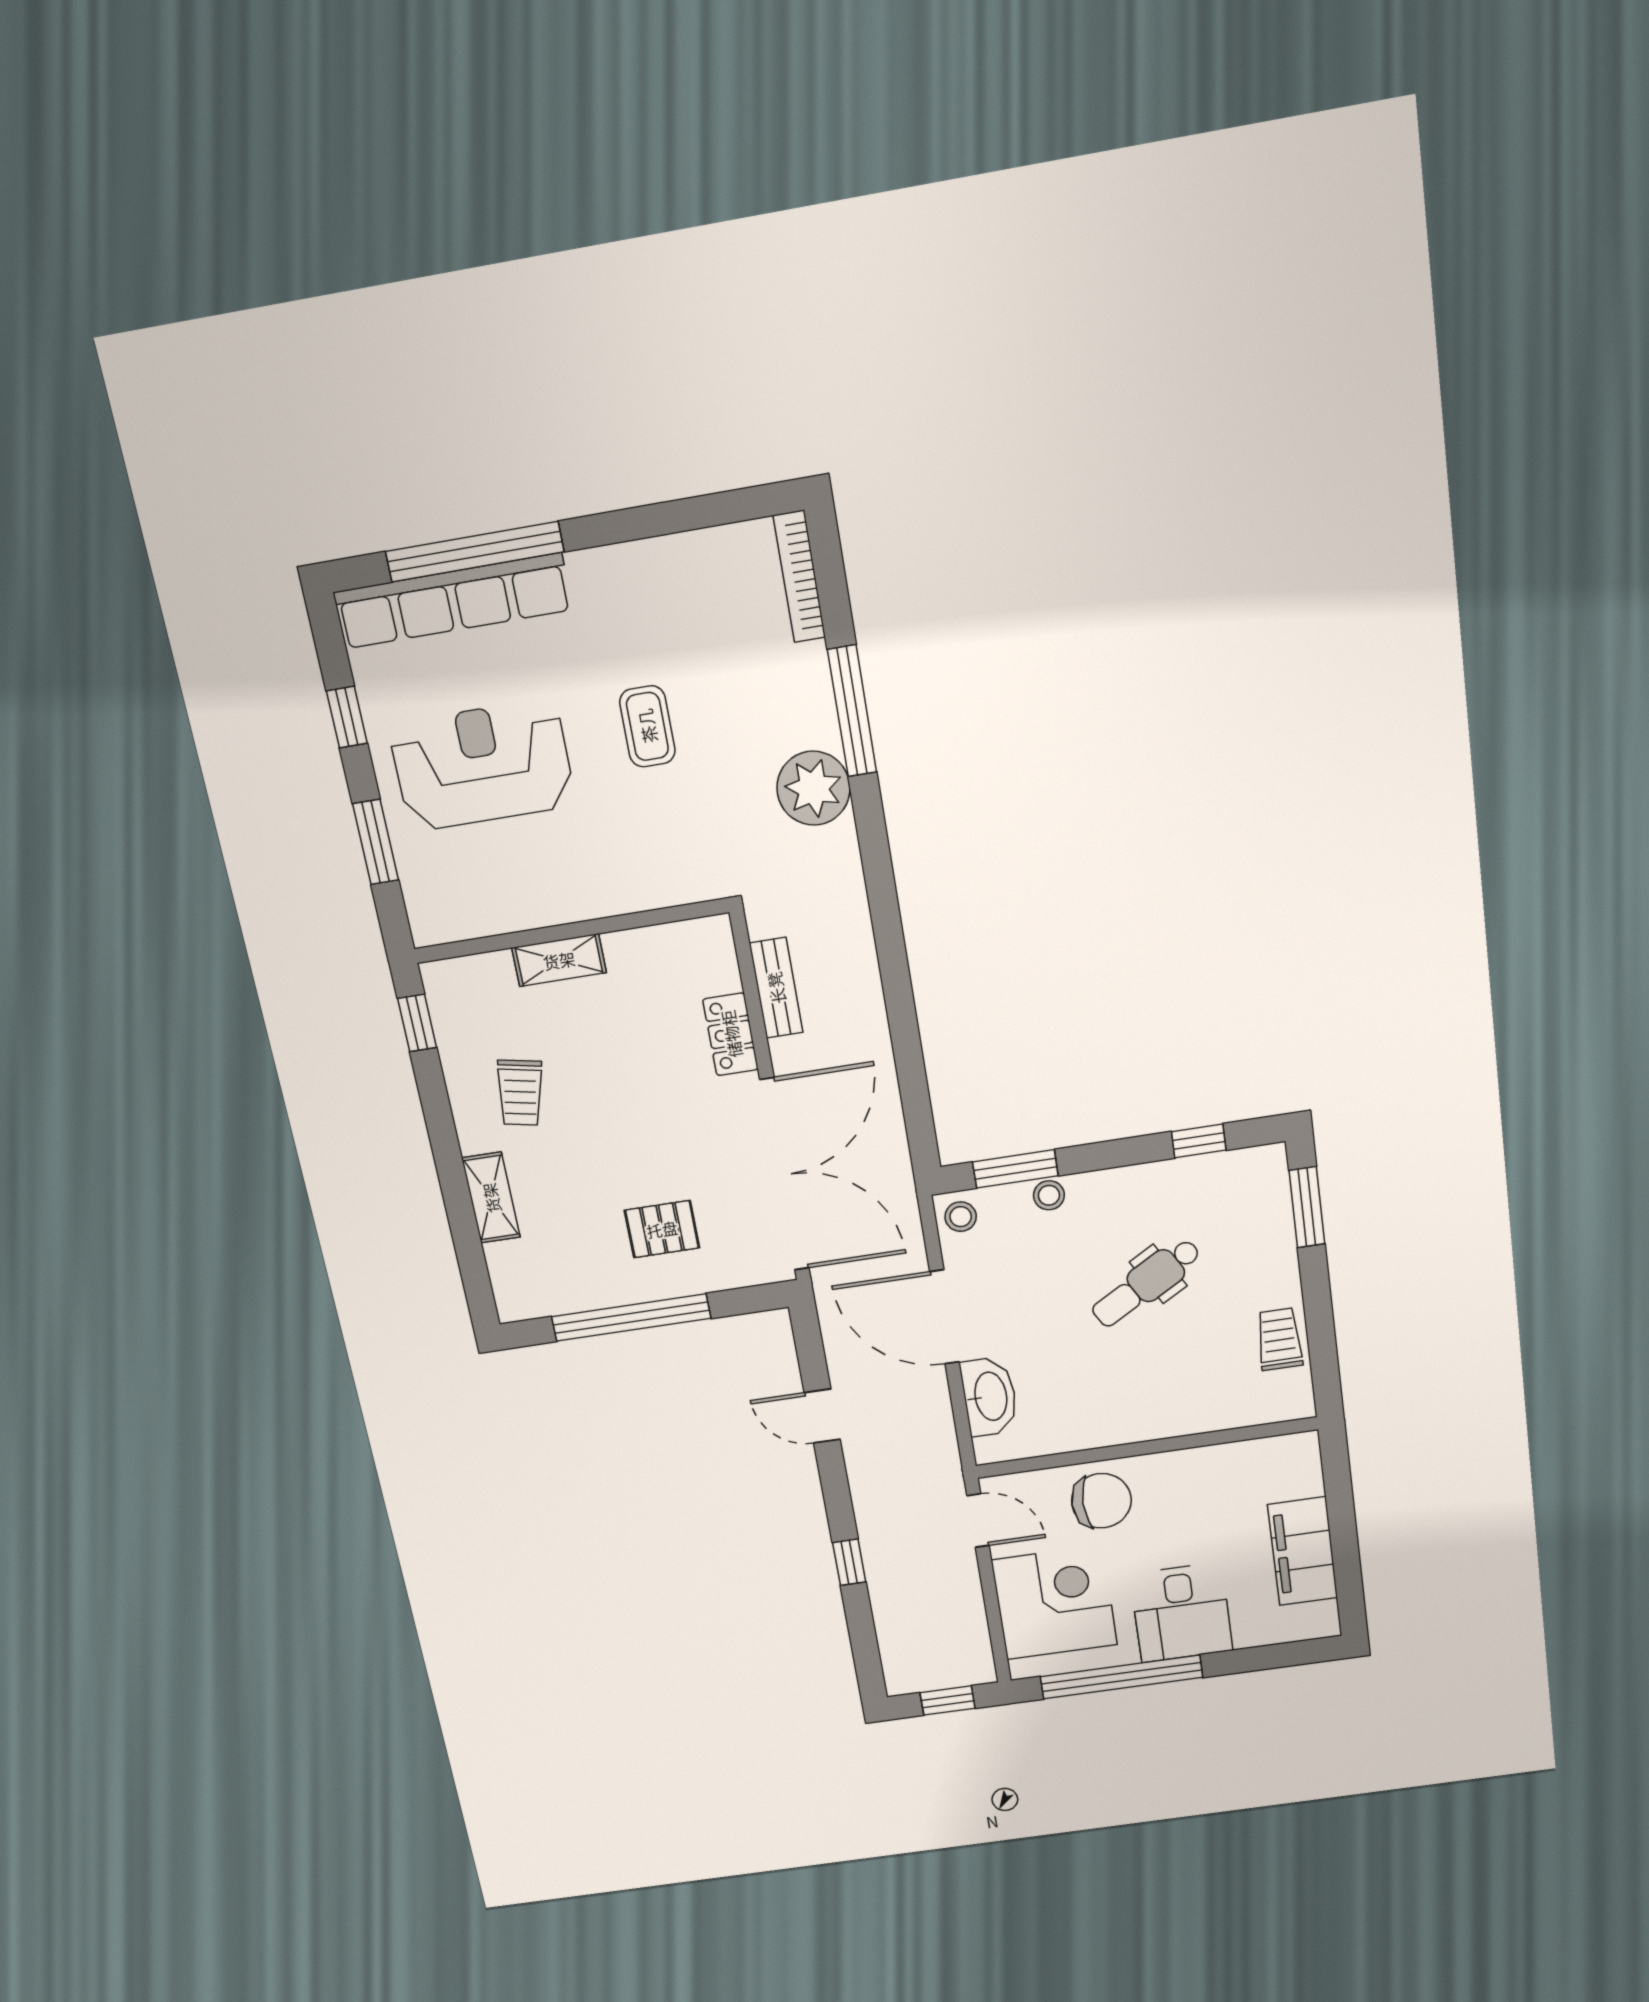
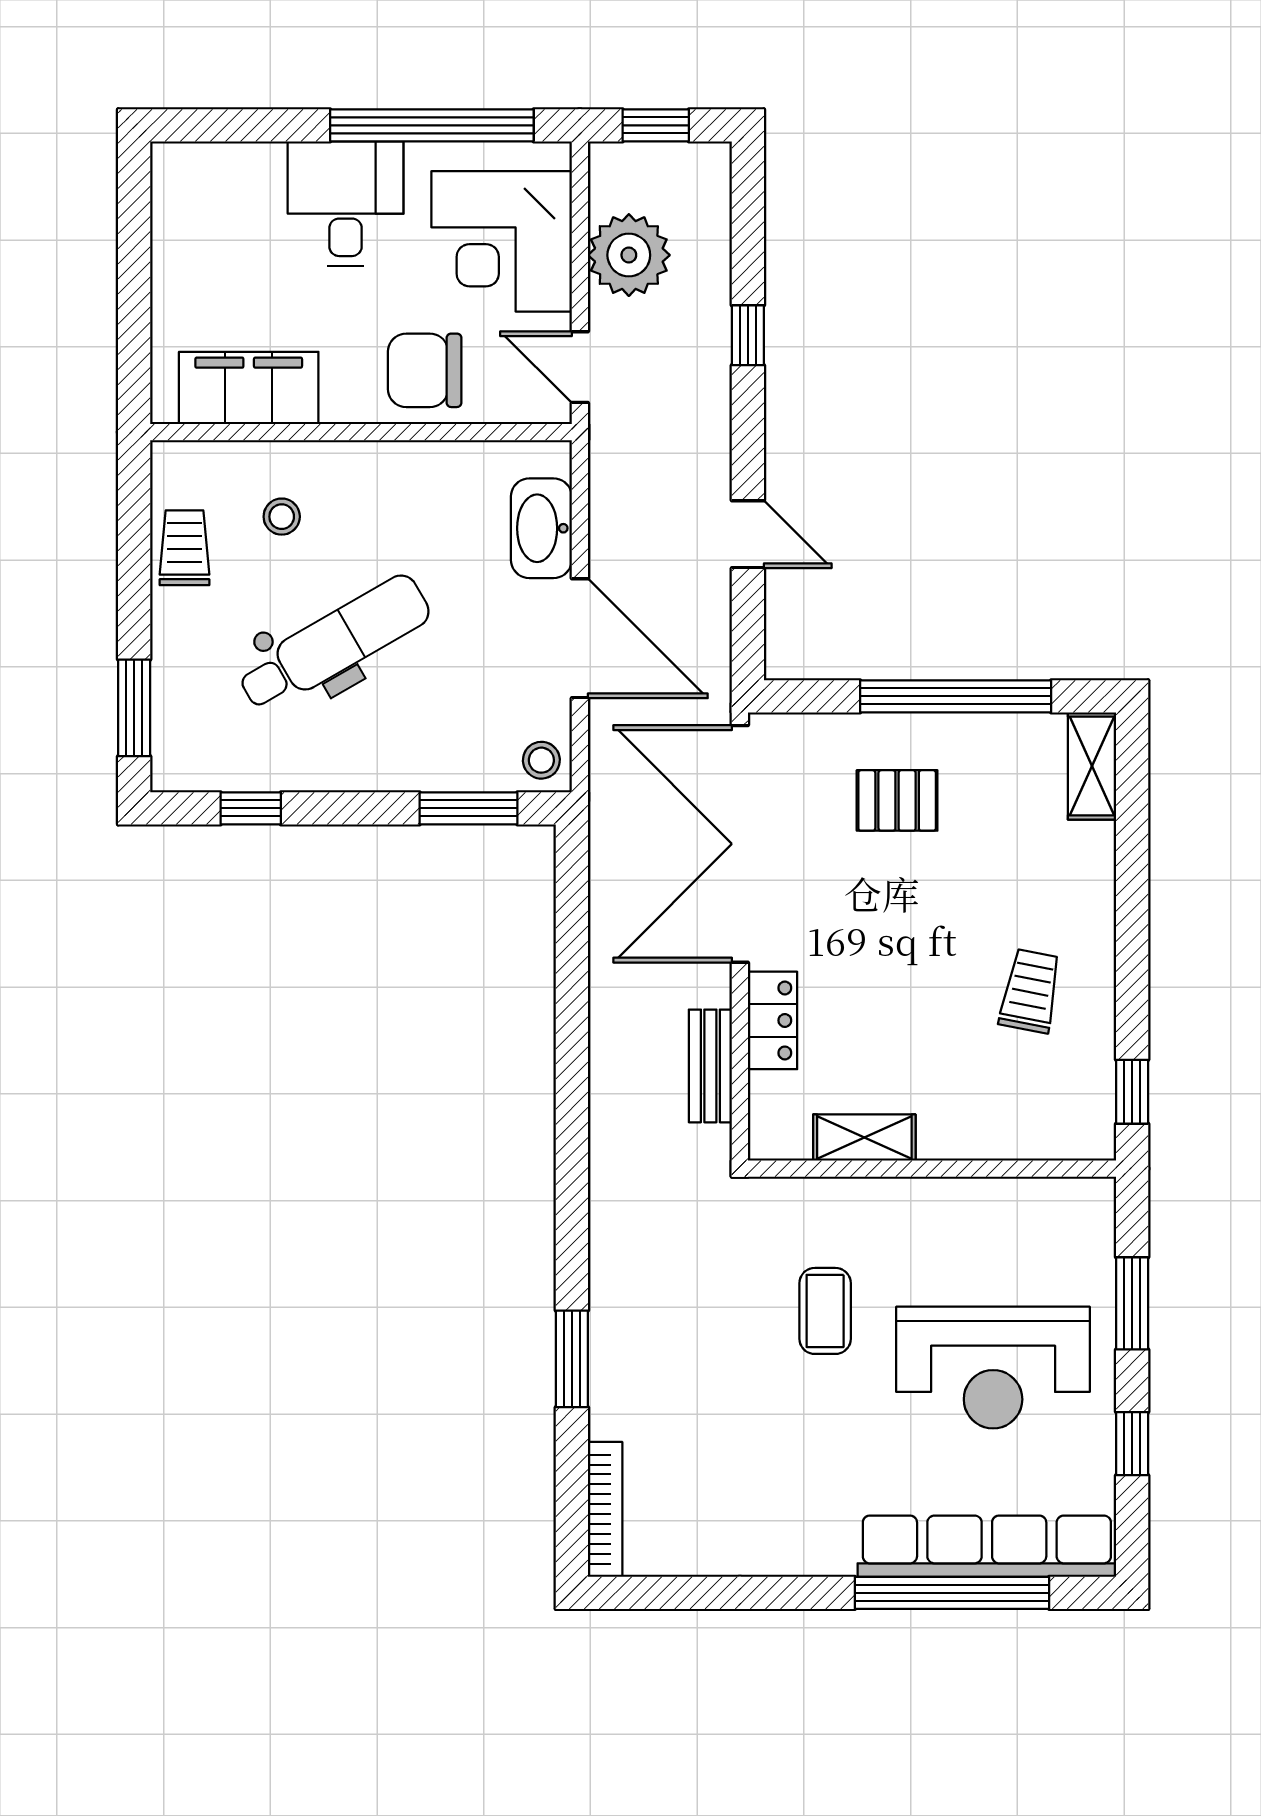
window: (852, 711) -> (572, 1359), width x0.69
coffee table: (647, 726) -> (825, 1311), moved
plant: (813, 788) -> (629, 255), moved
shelving: (559, 960) -> (864, 1138), moved
stool: (1049, 1195) -> (282, 517), moved
shelving: (491, 1198) -> (1092, 766), moved
dental chair: (1146, 1283) -> (334, 644), width x1.36, depth x1.38
trolley: (1279, 1339) -> (184, 548), turned 180
filing cabinet: (1303, 1551) -> (249, 388), moved, turned -90

